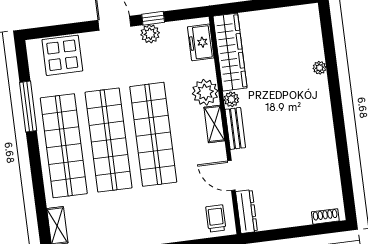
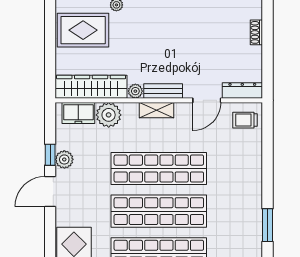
rug: (289, 36) -> (83, 30), added
plant: (205, 92) -> (109, 115), moved
shoe rack: (325, 216) -> (256, 32), moved

